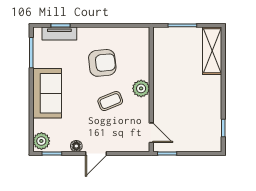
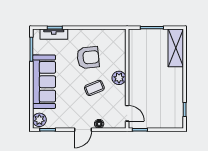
sofa: (47, 93) -> (44, 82), width x1.36
floor lamp: (76, 146) -> (99, 124), moved

